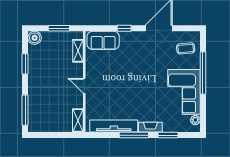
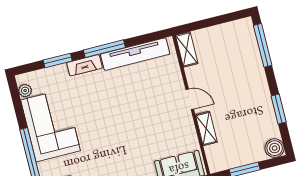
shelving: (78, 51) -> (206, 128), moved

